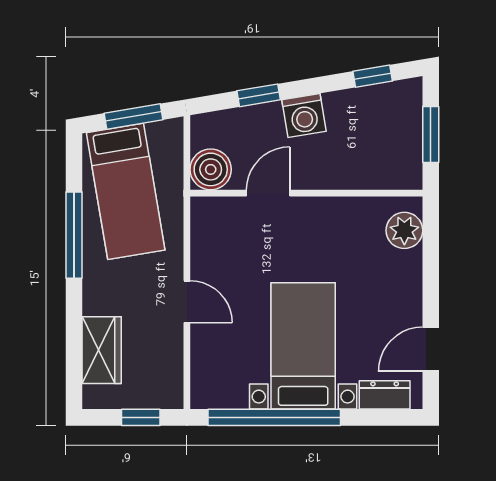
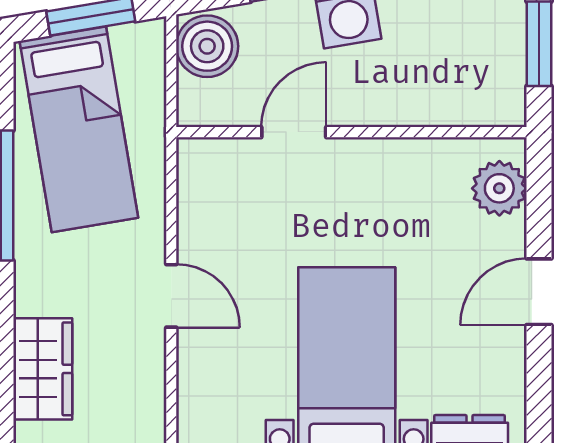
boiler: (211, 169) -> (207, 46), moved
door: (431, 349) -> (539, 292), moved

